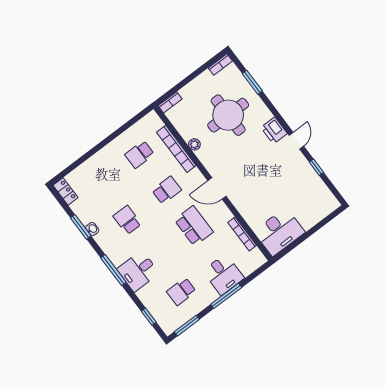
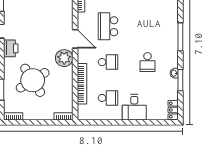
round table: (228, 115) -> (33, 80), turned -32
plant: (194, 144) -> (64, 58), moved, width x1.88, depth x1.88
school desk: (167, 190) -> (108, 62), turned 180
desk: (138, 271) -> (134, 107), moved, turned 90

